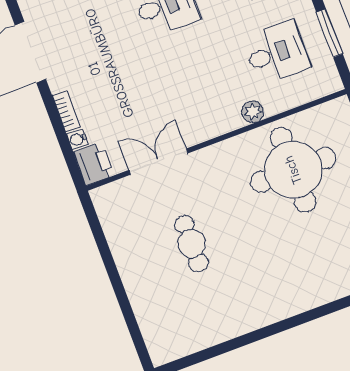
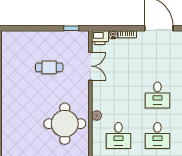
window: (96, 229) -> (71, 28), added

